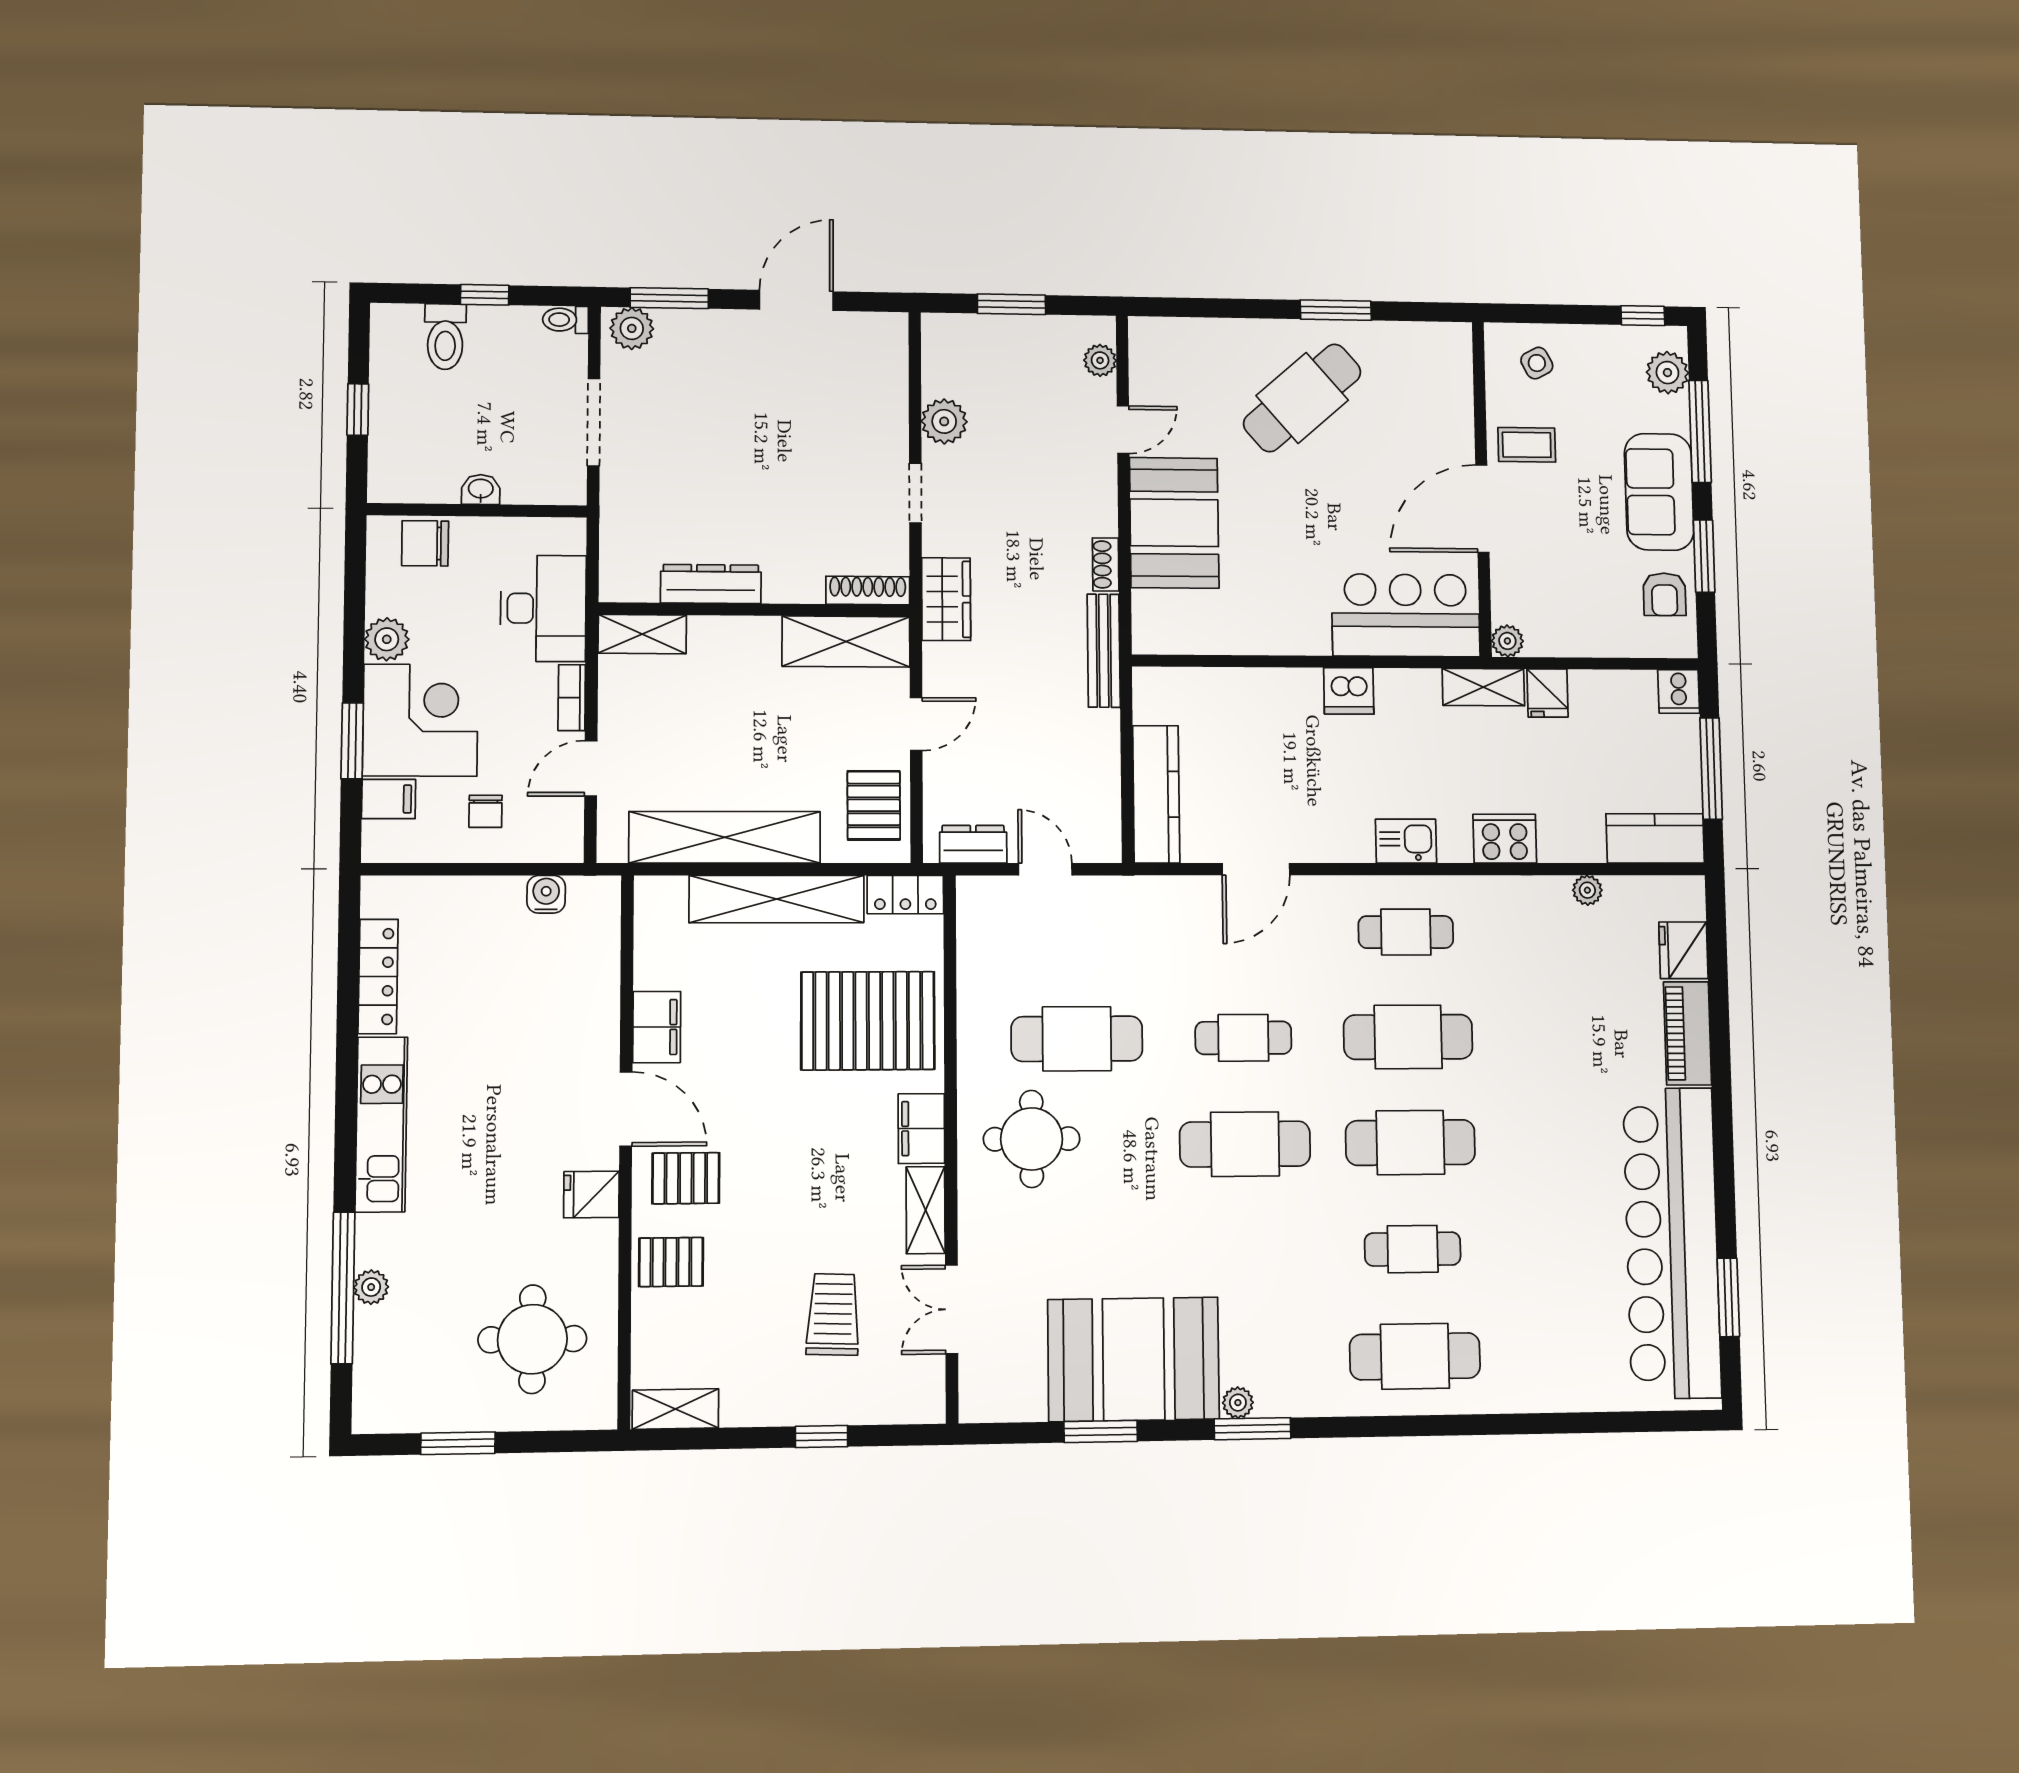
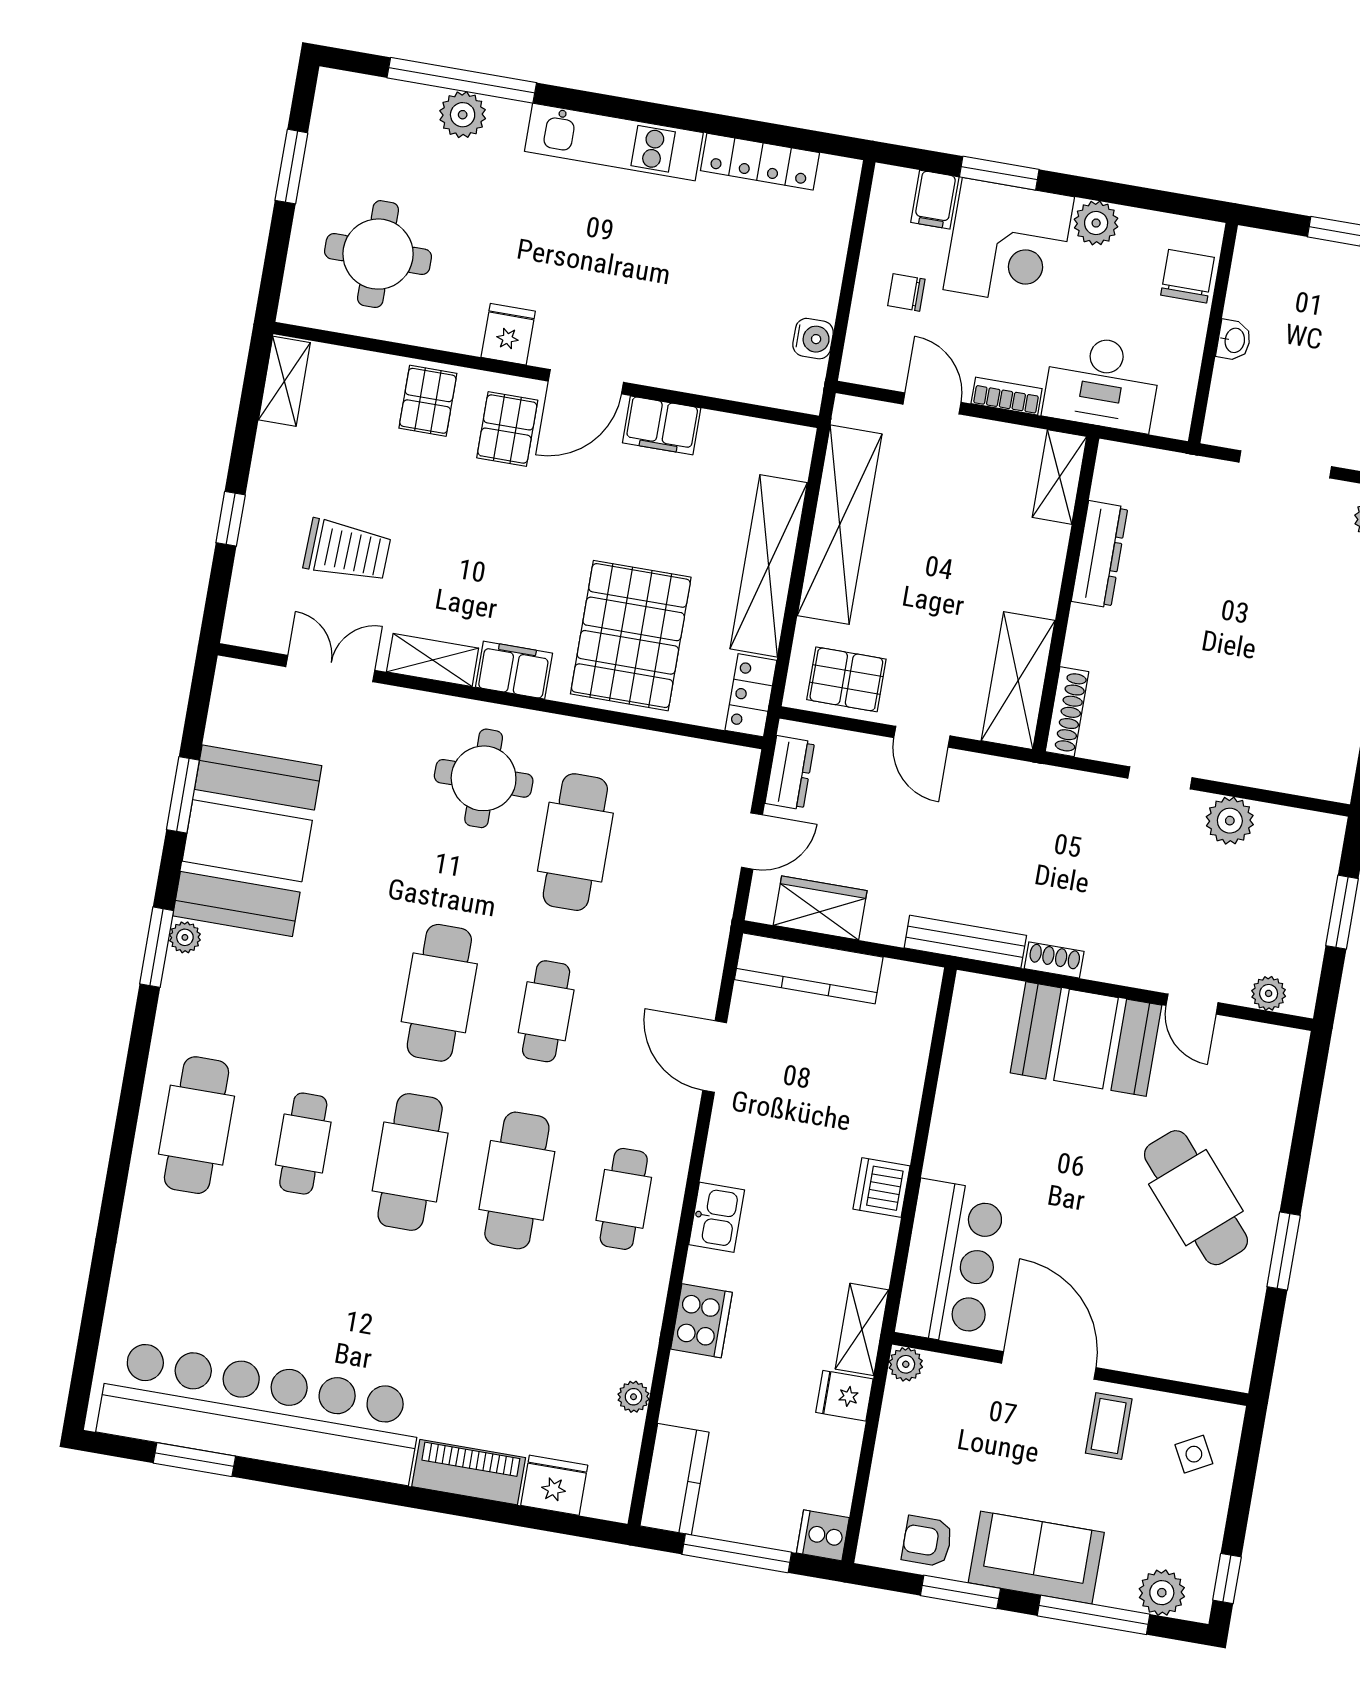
wardrobe: (946, 599) -> (820, 908), moved, turned 180
plant: (371, 1287) -> (463, 115), width x1.38, depth x1.38

